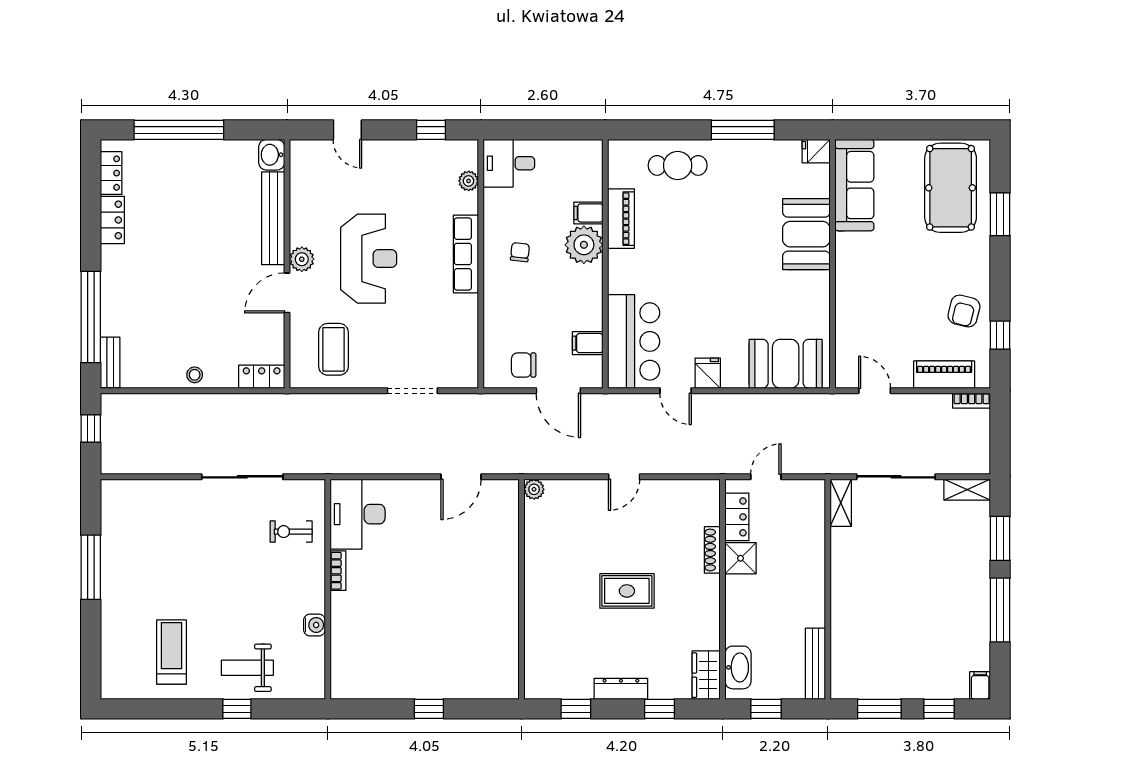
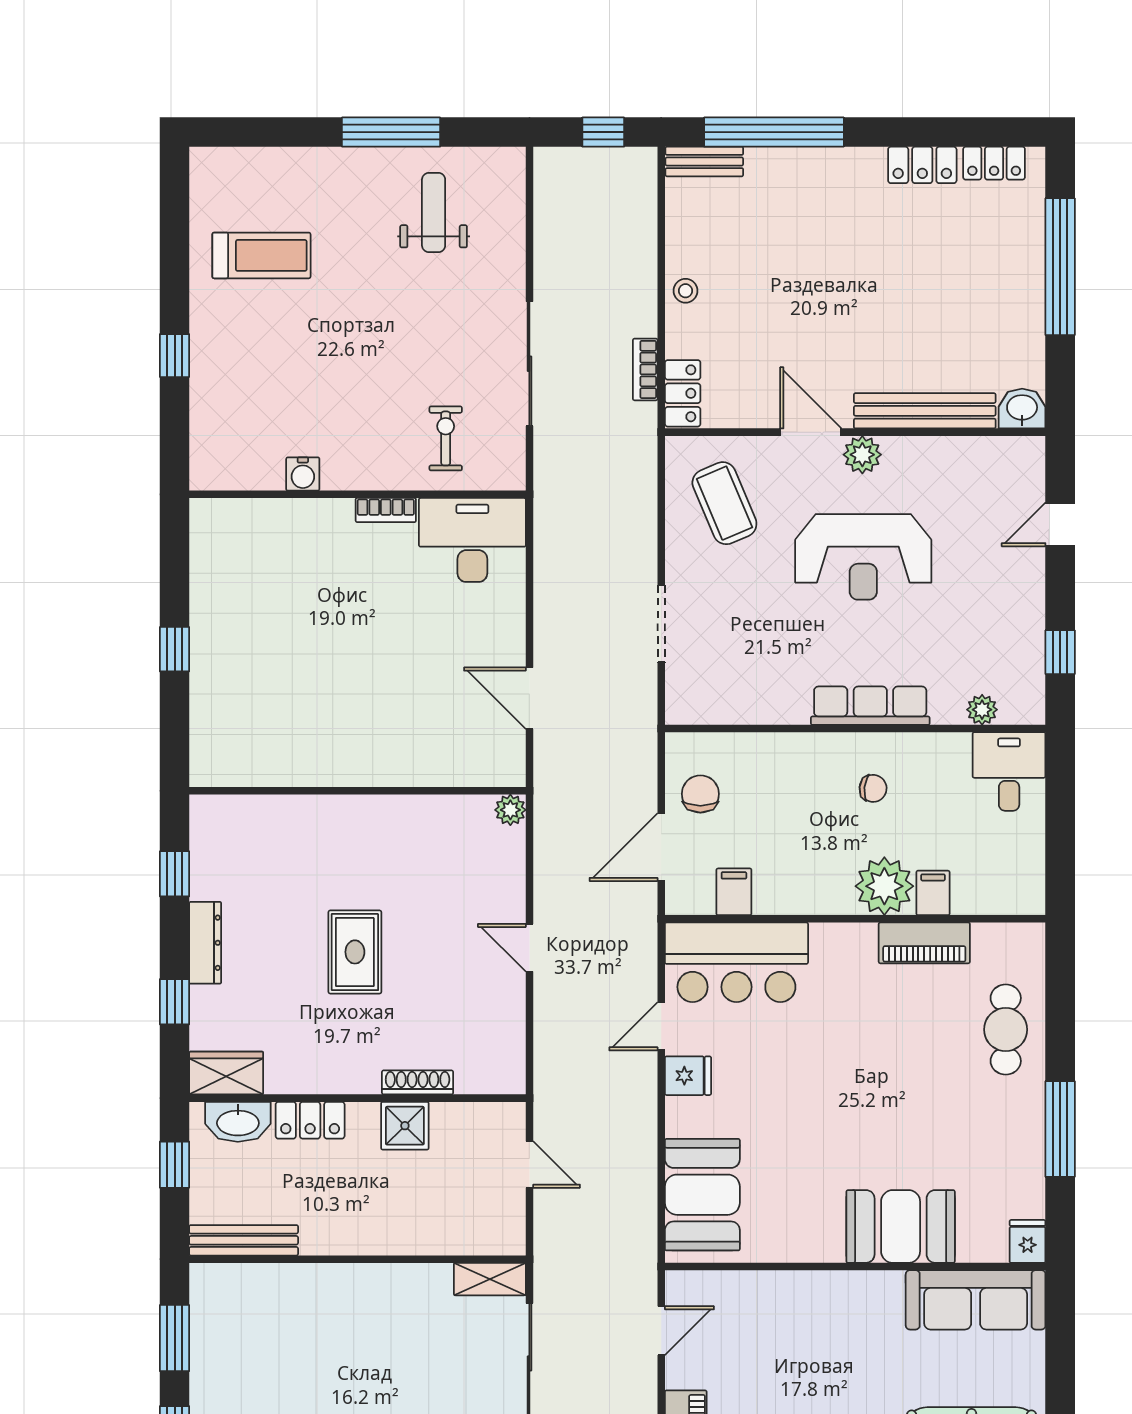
coffee table: (333, 349) -> (724, 503), turned 67
bookcase: (246, 401) -> (645, 369), added
locker: (737, 517) -> (310, 1120), moved
weight bench: (247, 668) -> (434, 213), moved

